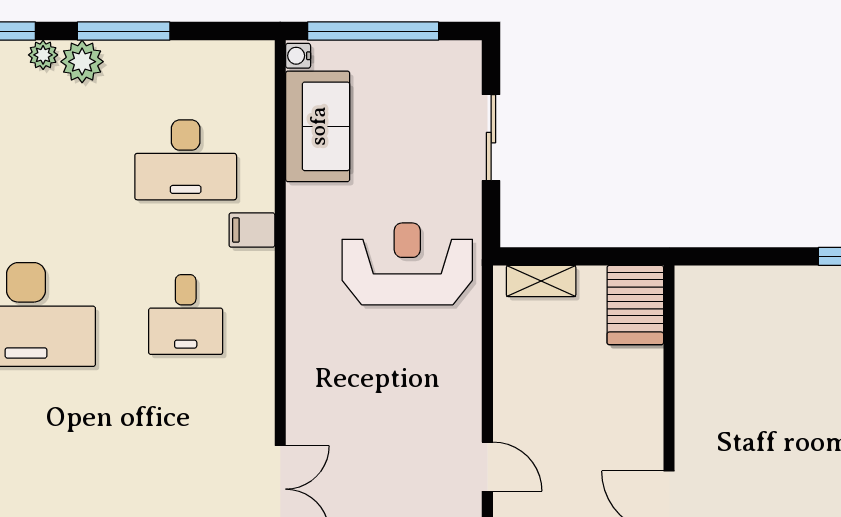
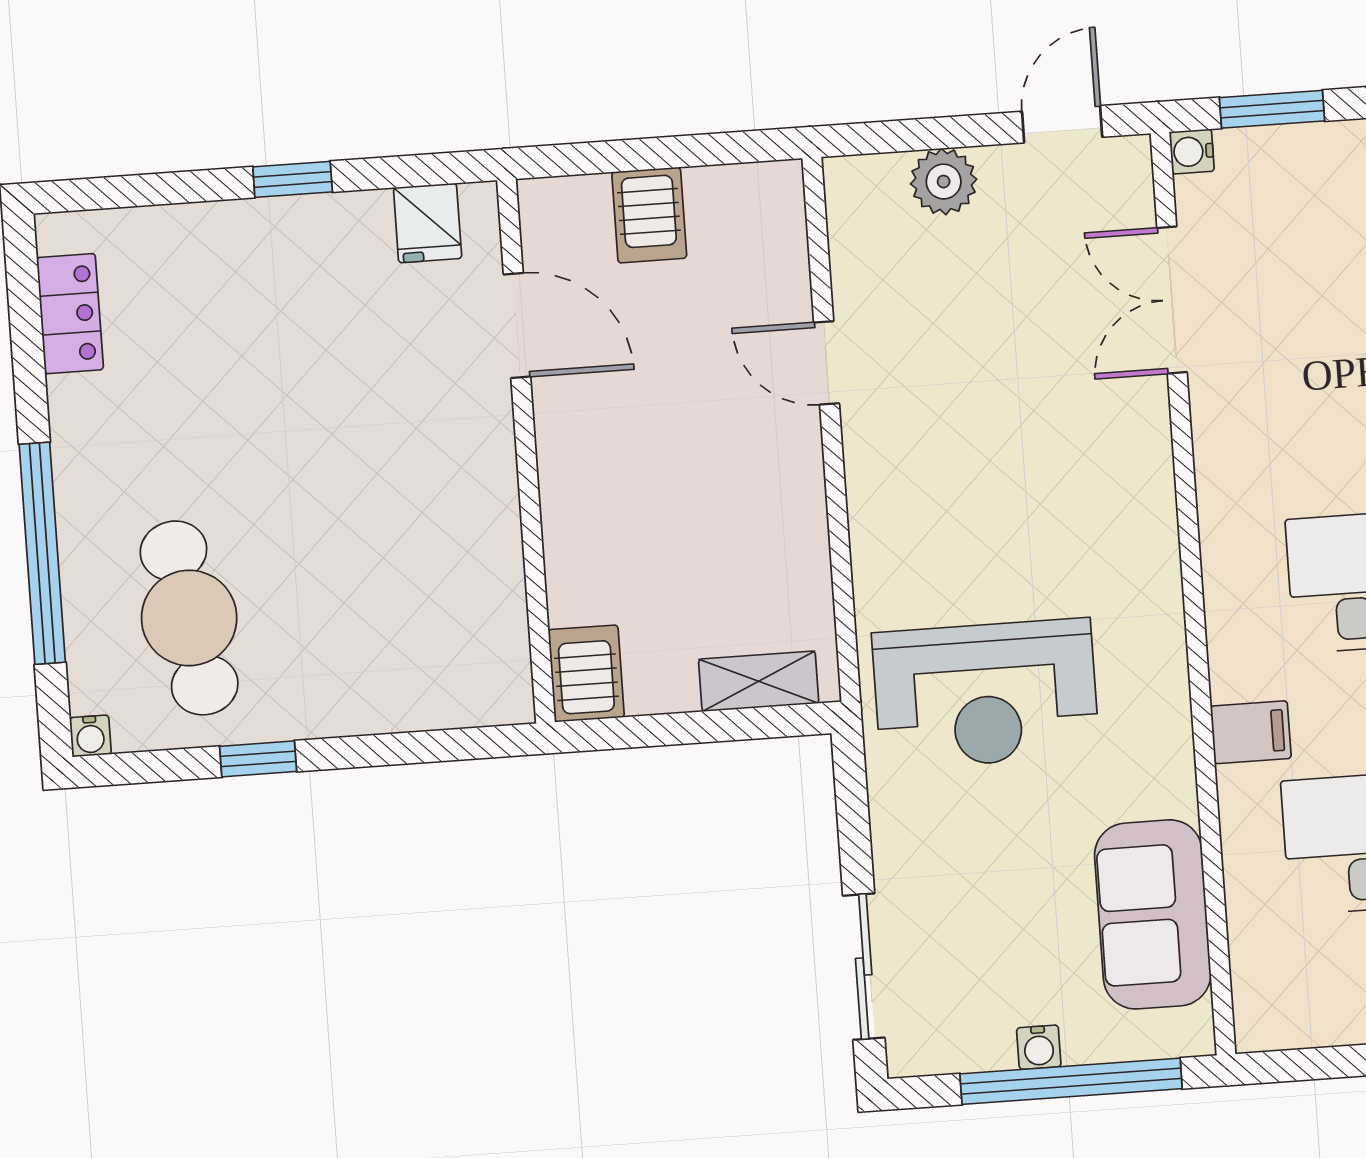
water cooler: (298, 56) -> (1039, 1047), moved, turned 90
sliding door: (491, 138) -> (864, 967), moved
server rack: (635, 305) -> (586, 674), width x0.73, depth x0.70

